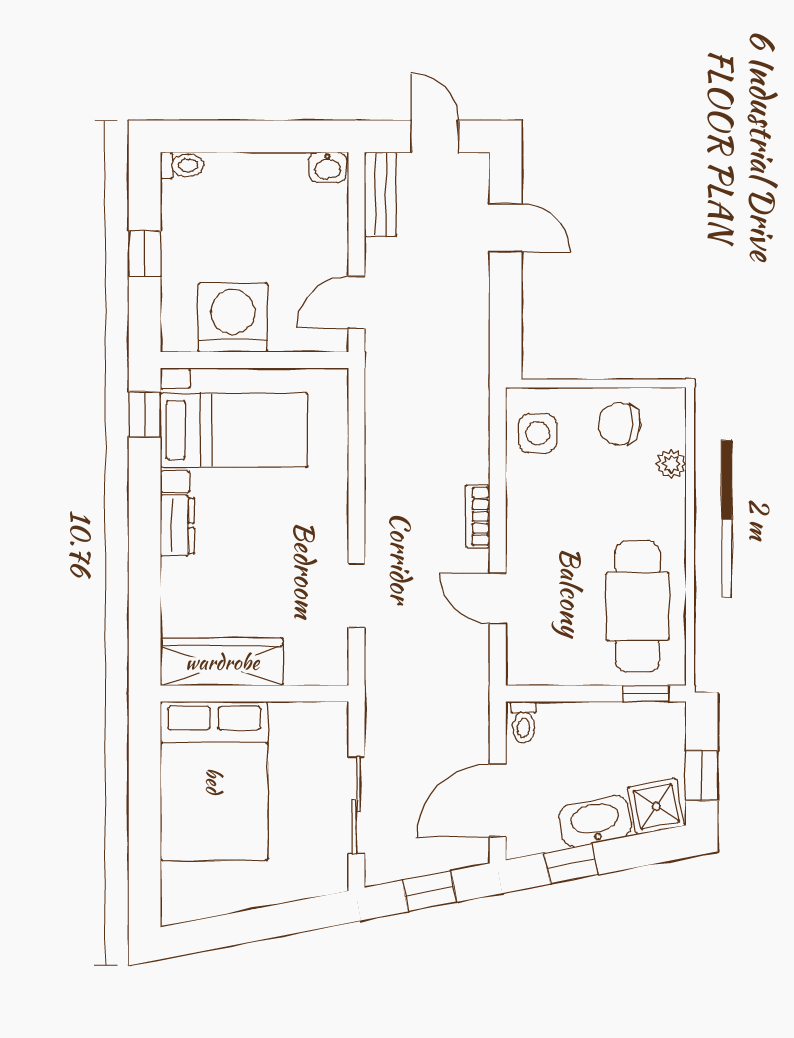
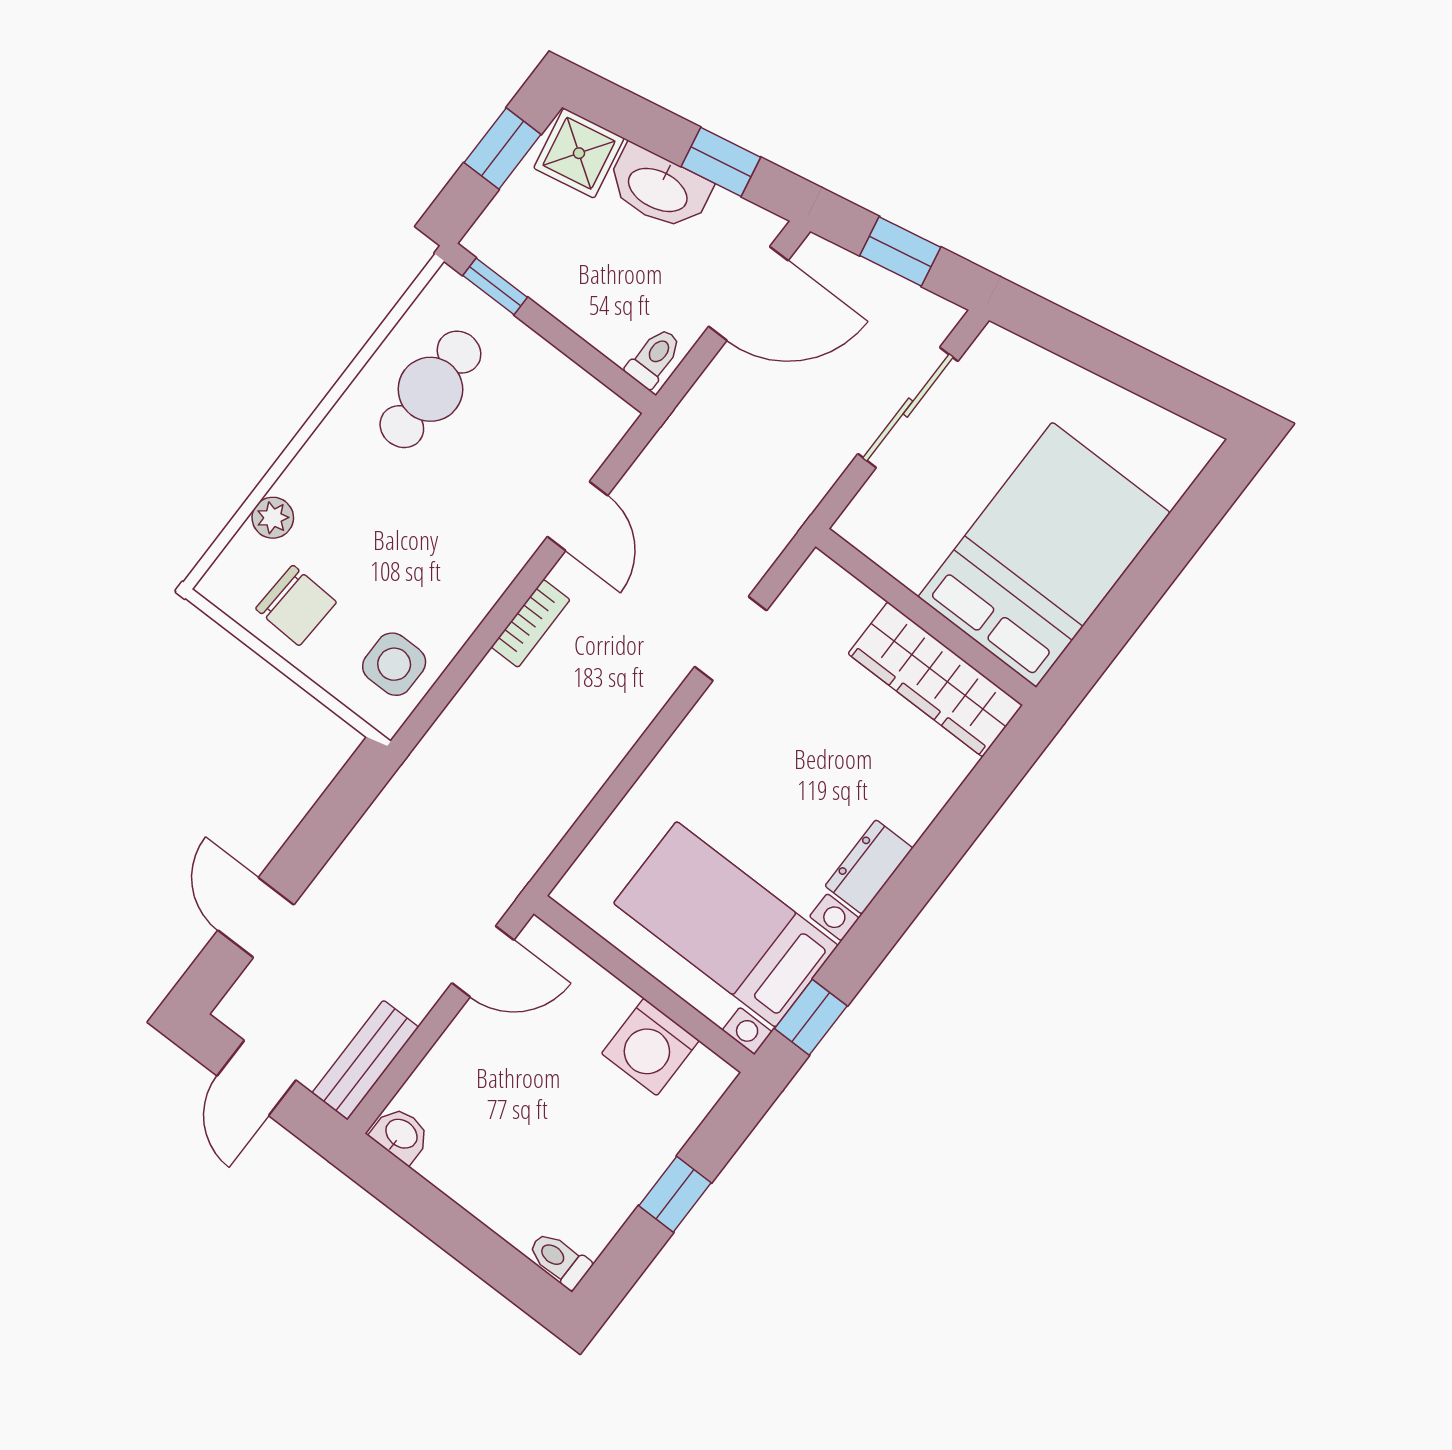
washing machine: (233, 317) -> (650, 1047), width x0.73, depth x0.73
cafe table: (637, 606) -> (430, 389), width x0.73, depth x0.74

